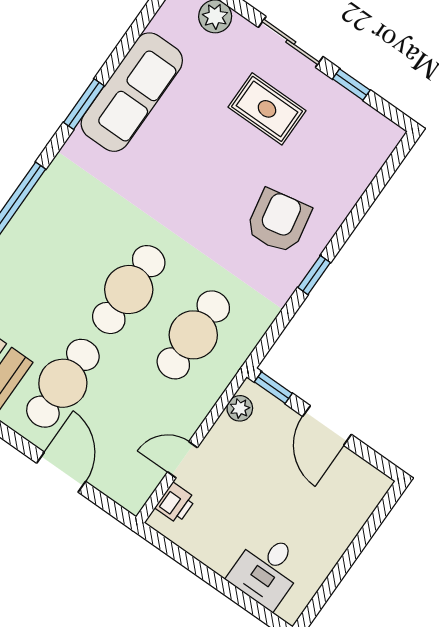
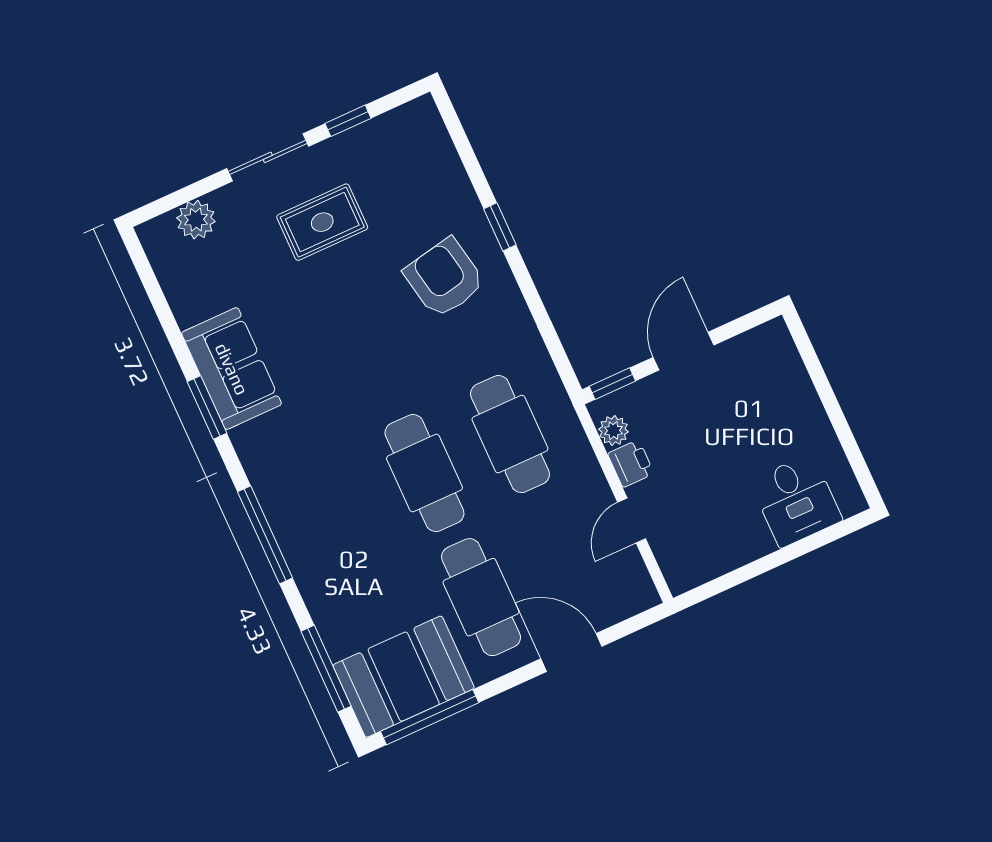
sofa: (132, 92) -> (232, 369), width x0.73
window: (314, 275) -> (500, 227), moved
door: (327, 425) -> (684, 351), swing flipped
printer: (175, 503) -> (631, 463), moved

